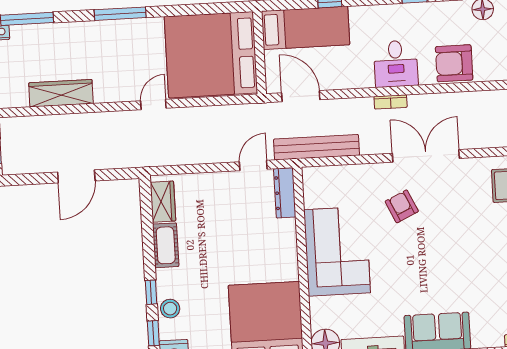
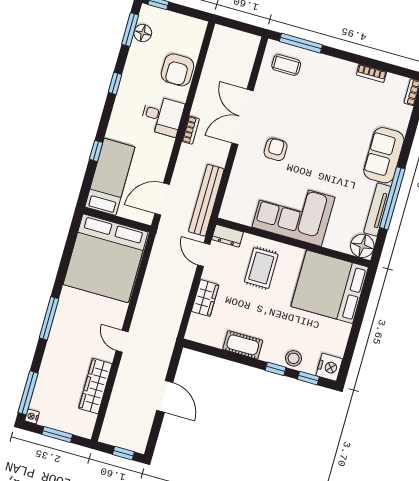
door: (153, 104) -> (122, 341), moved
dresser: (285, 193) -> (228, 236), width x0.70
wardrobe: (163, 202) -> (205, 298), moved, turned 90
armchair: (402, 206) -> (276, 149), turned 115
rug: (261, 236) -> (261, 268), added

